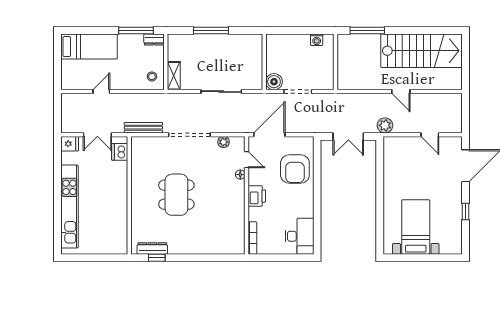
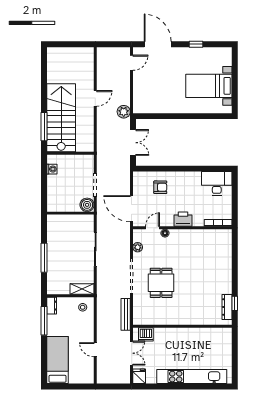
stairs: (421, 51) -> (61, 118), moved
door: (430, 135) -> (132, 63), moved
armchair: (295, 169) -> (160, 187), width x0.53, depth x0.53
dining table: (176, 195) -> (161, 283), moved, width x0.73

